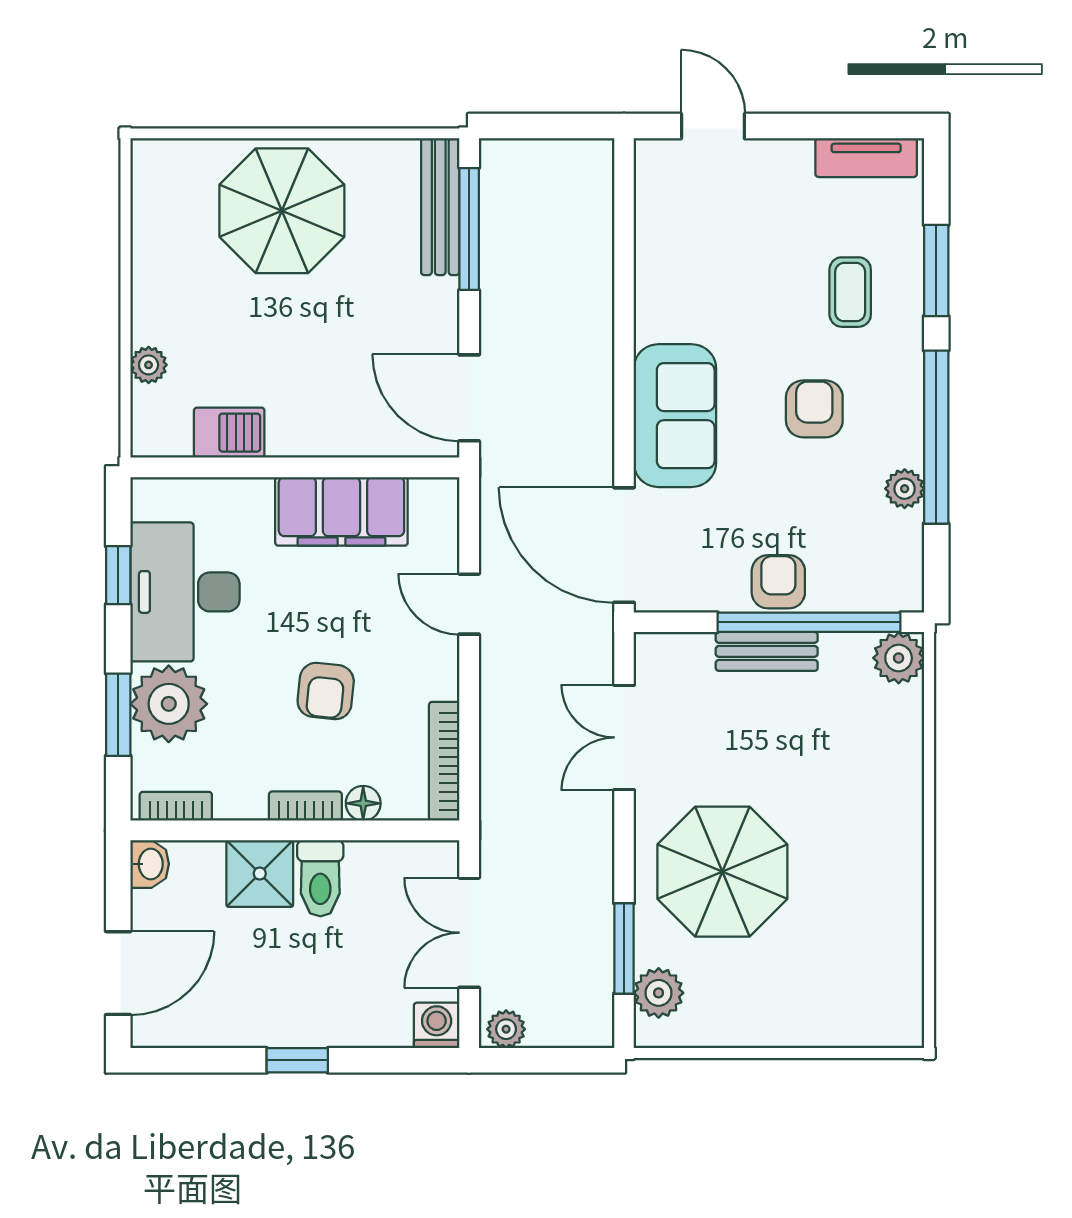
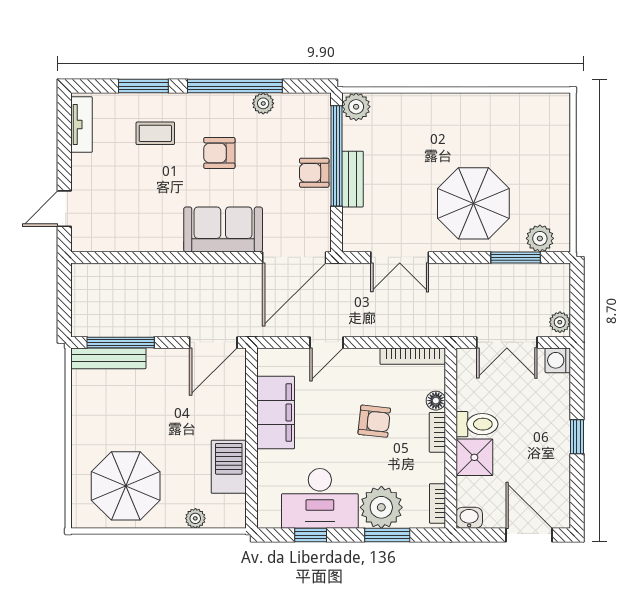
parasol: (282, 211) -> (126, 486), moved
barbecue: (229, 433) -> (229, 467), width x1.38, depth x1.27

